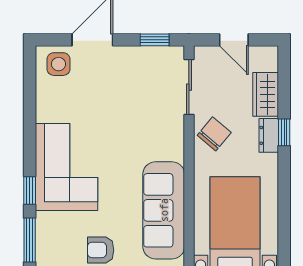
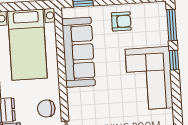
chair: (214, 134) -> (46, 109), turned 50

